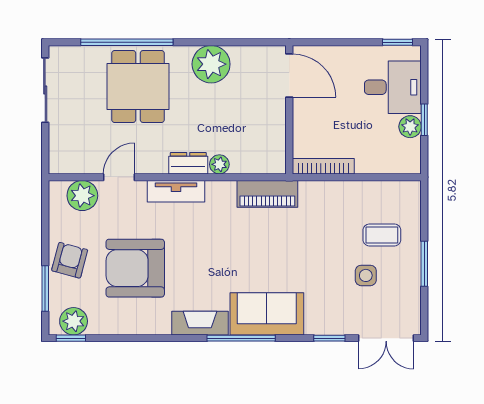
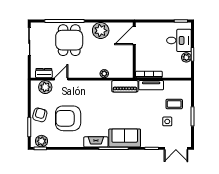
door: (289, 75) -> (134, 35), swing flipped
dresser: (188, 163) -> (44, 73), moved
tv unit: (176, 191) -> (151, 85), moved

